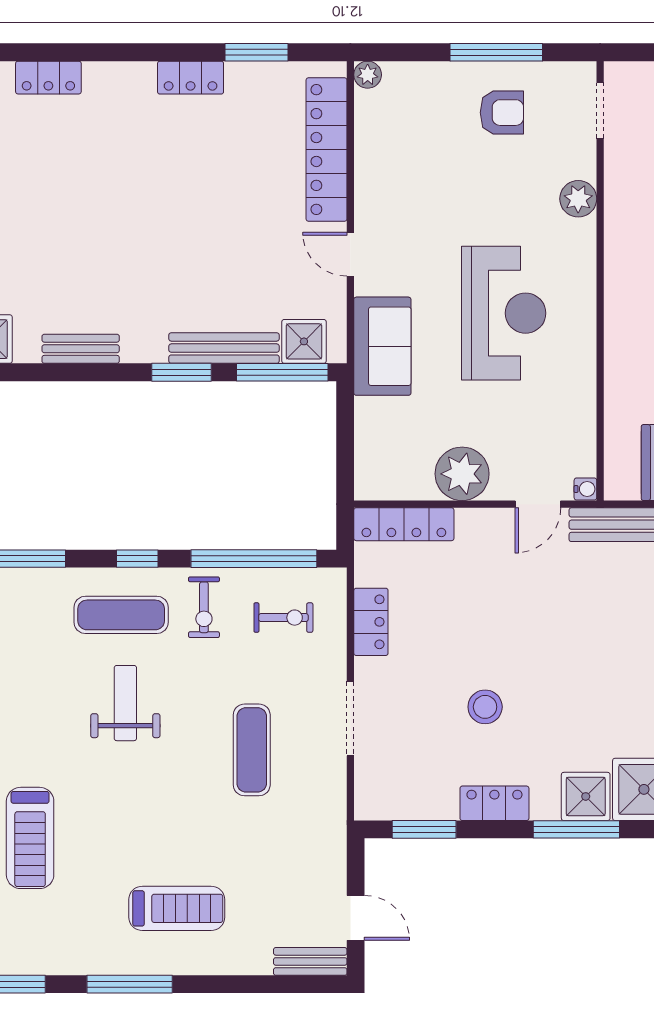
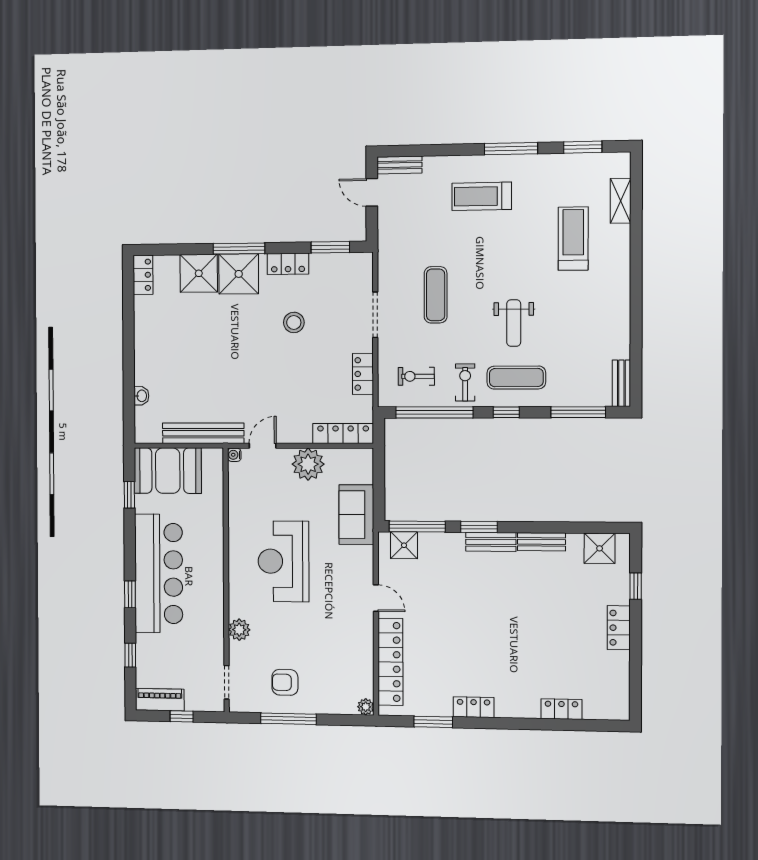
sofa: (382, 346) -> (356, 515), moved
bench: (224, 348) -> (491, 542), moved, width x0.73
shower: (586, 796) -> (239, 274), width x1.36, depth x1.36

